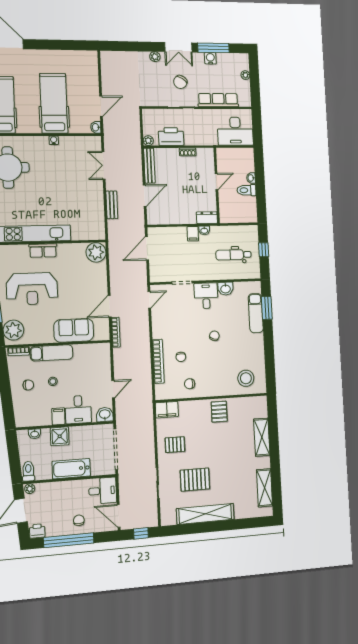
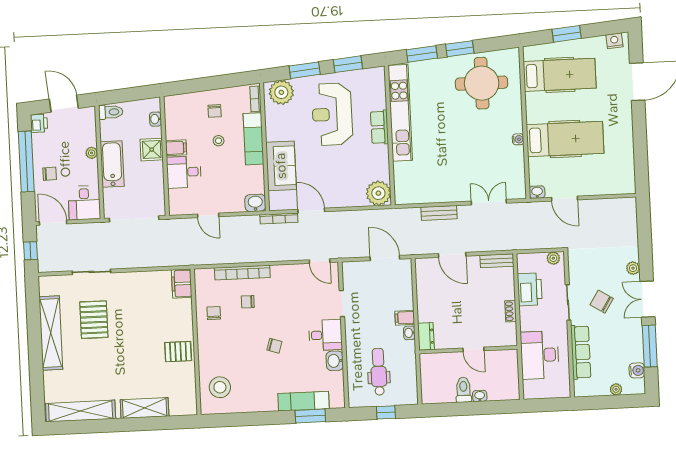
water cooler: (210, 58) -> (637, 370), moved
desk: (235, 131) -> (540, 355), moved
plant: (148, 141) -> (553, 258), moved
bench: (149, 166) -> (497, 261), width x0.73
washbasin: (105, 414) -> (255, 203), moved, turned -90
pallet: (175, 445) -> (138, 294), removed
shelving: (264, 488) -> (81, 411), width x1.47
plant: (30, 489) -> (92, 153), moved
door: (119, 516) -> (53, 223), hinge flipped

